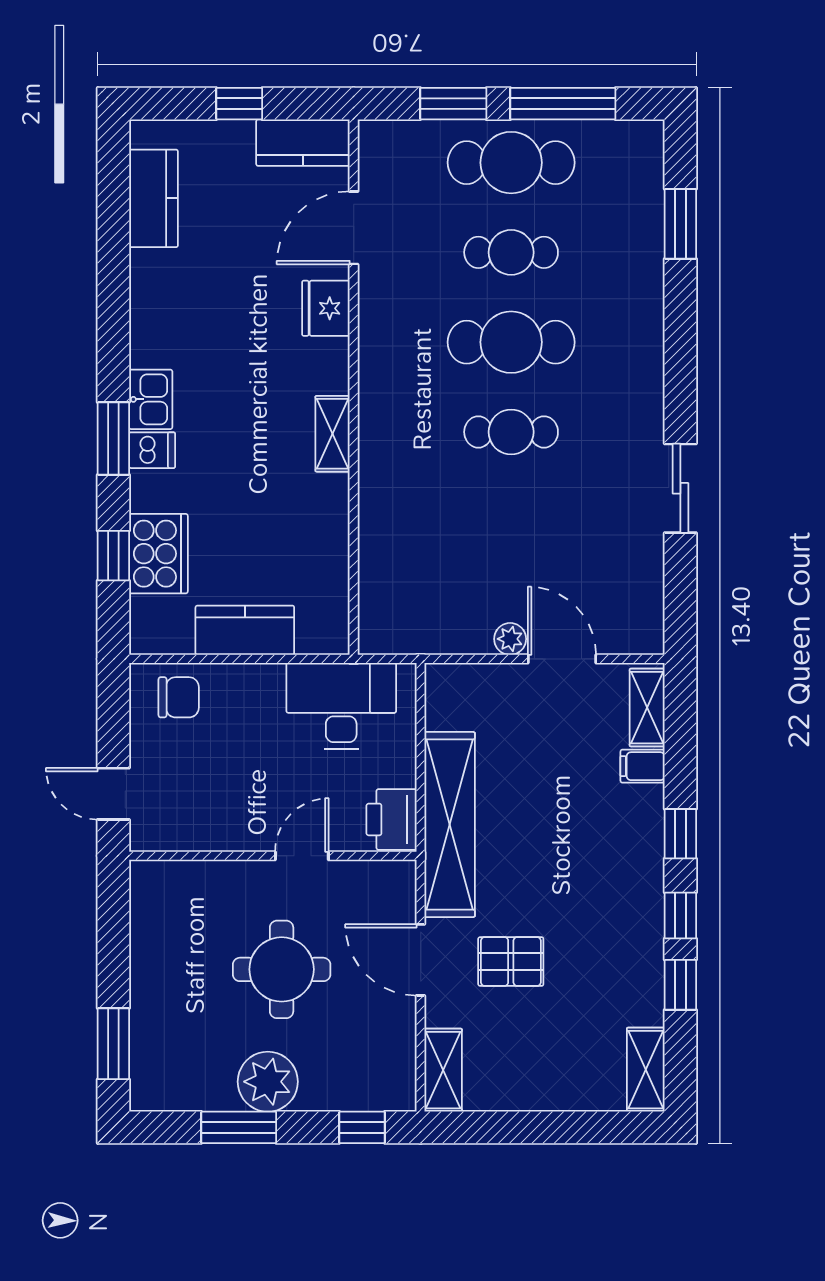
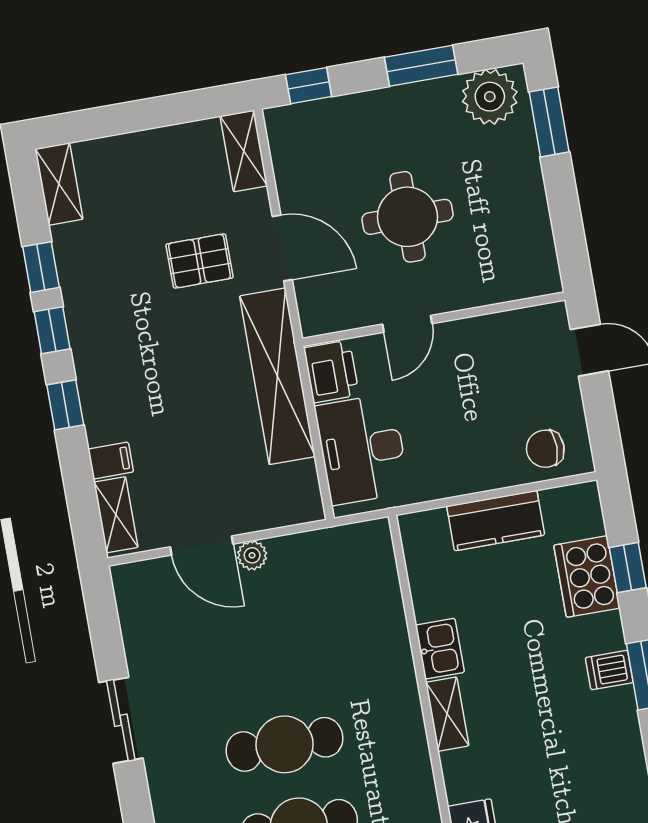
kitchen sink: (151, 399) -> (440, 649), moved, turned 180
cafe table: (511, 432) -> (284, 744), width x1.37, depth x1.35
desk: (341, 706) -> (362, 449), moved, turned 90
plant: (268, 1082) -> (490, 97), moved

